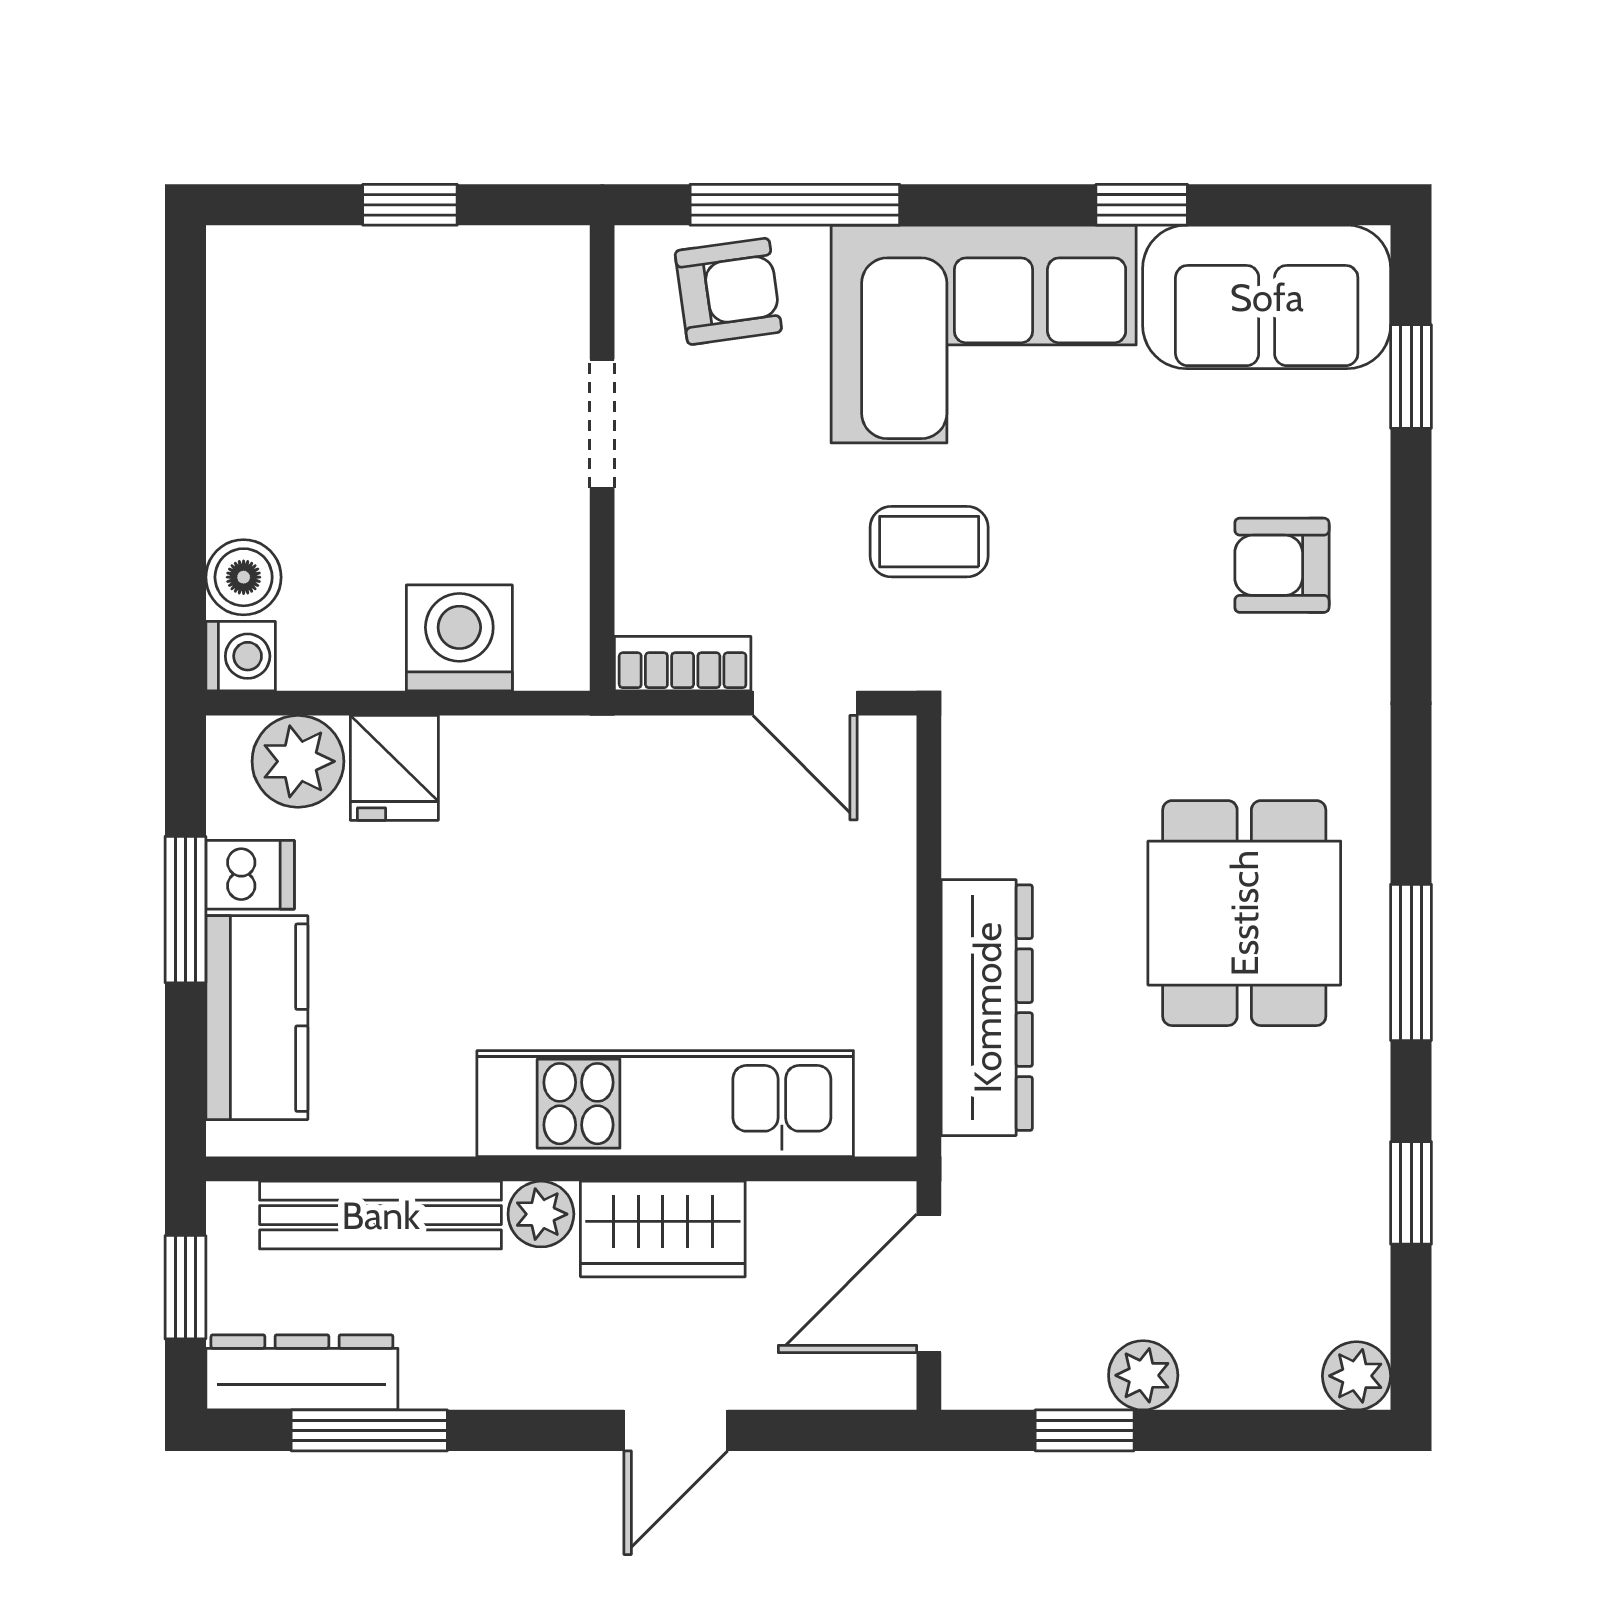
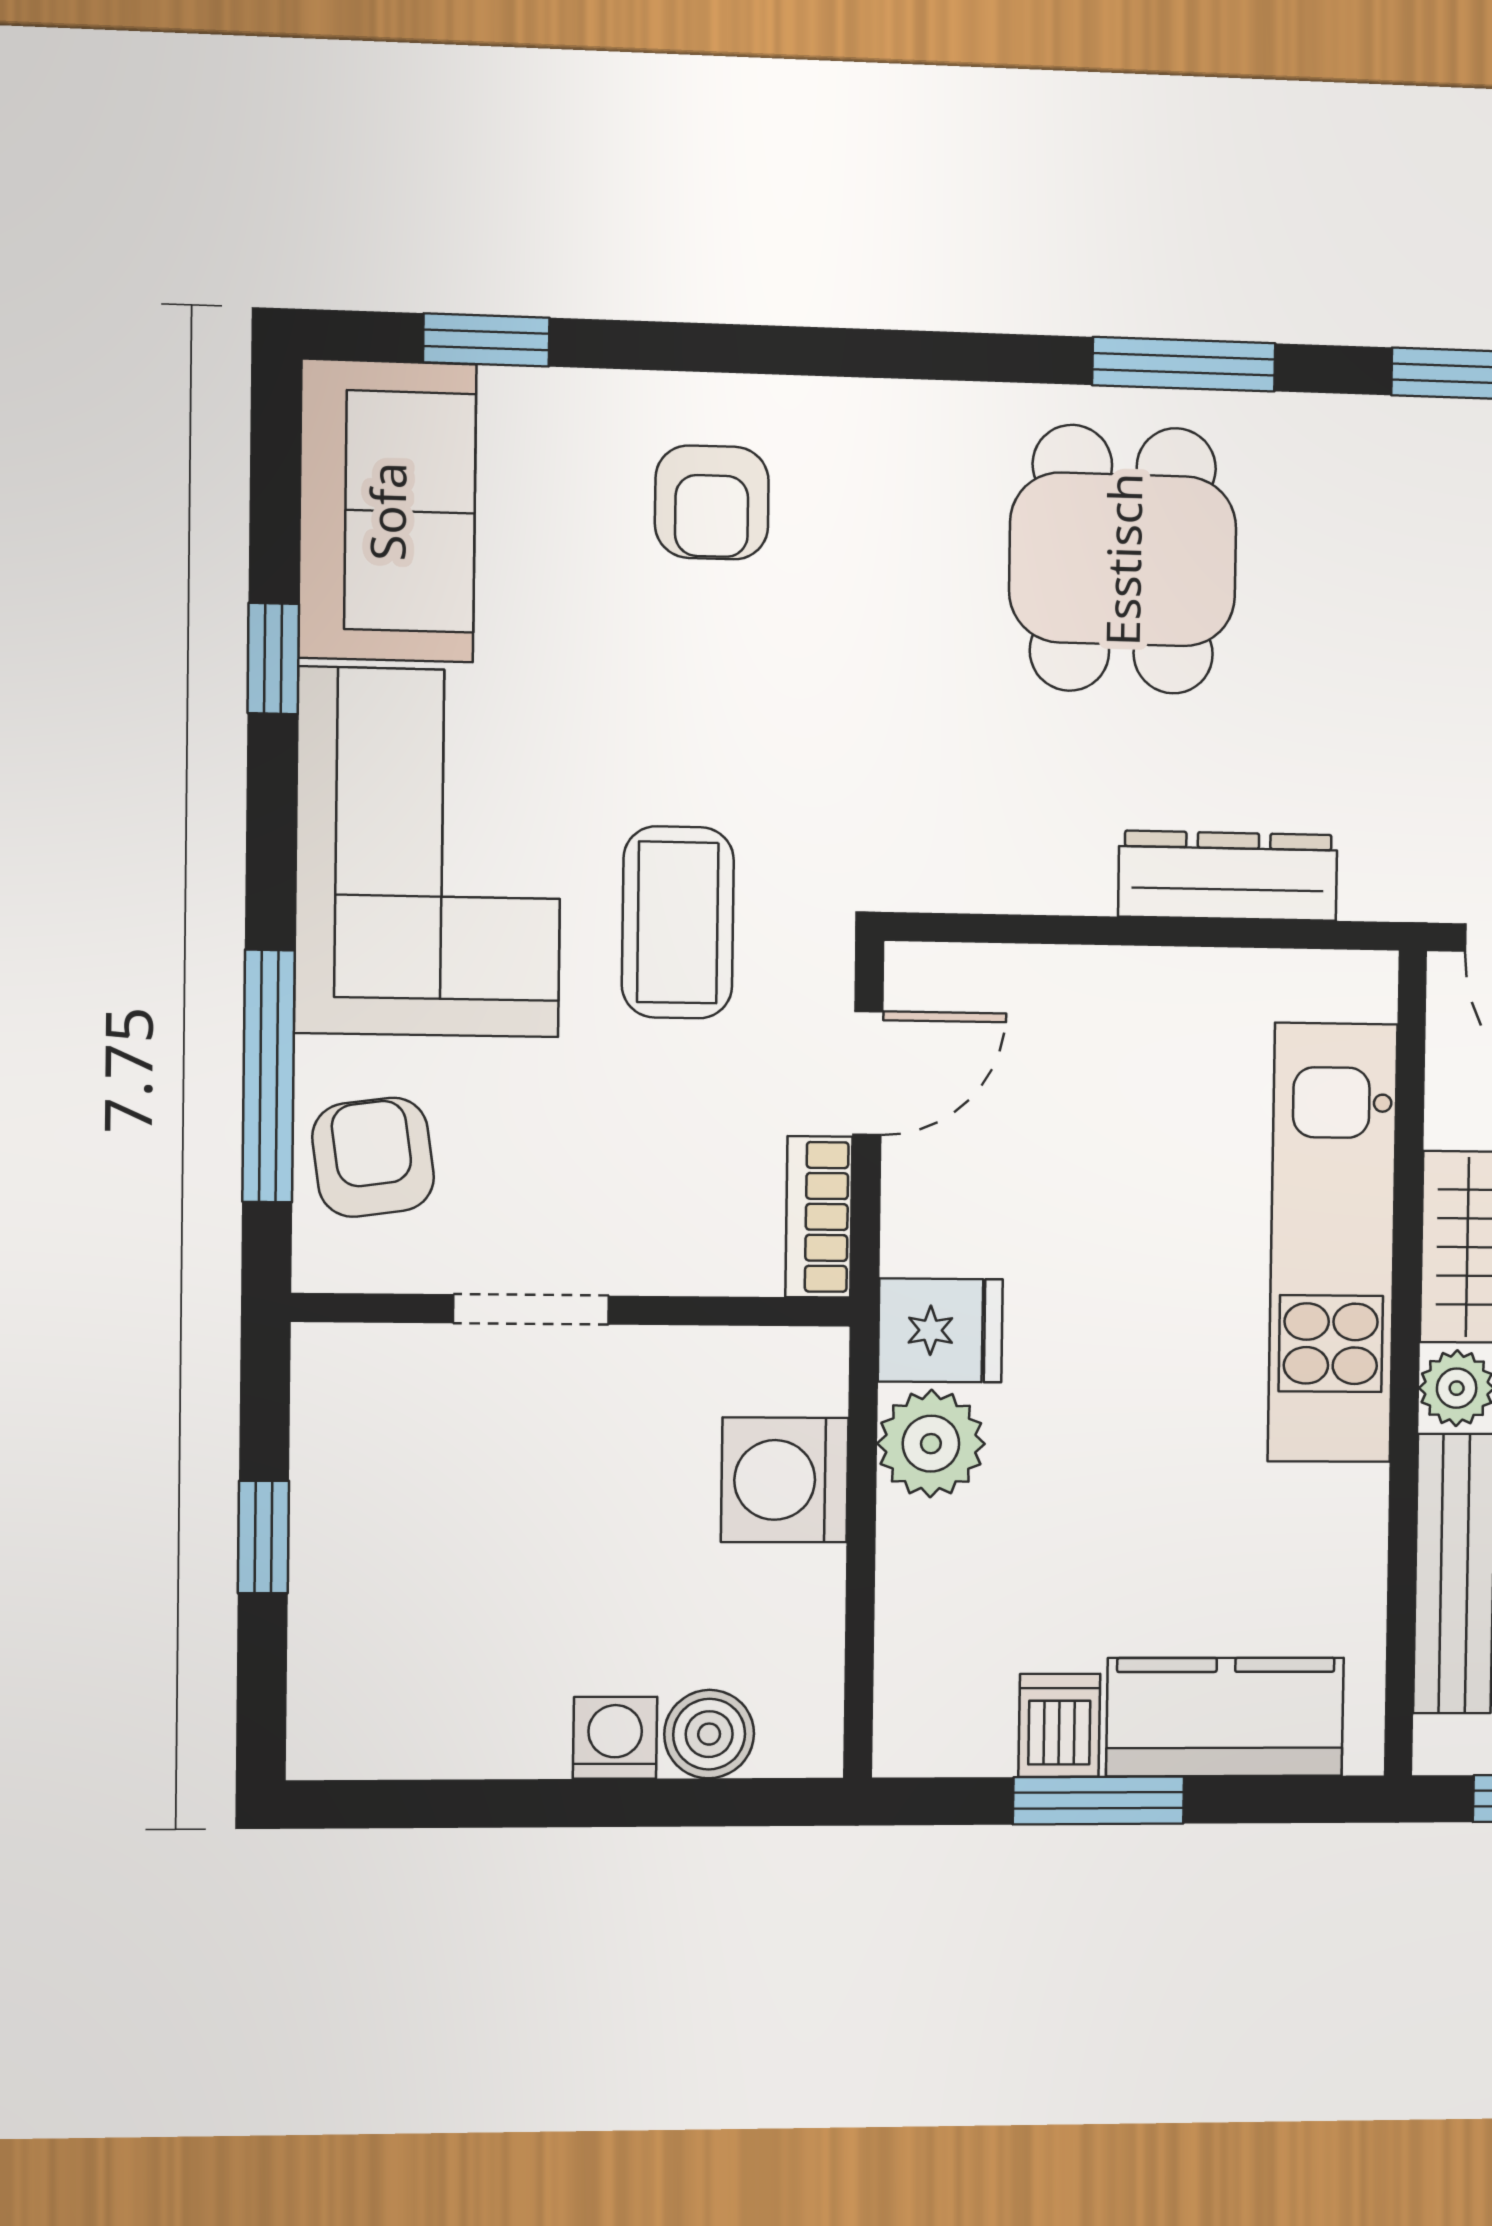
coffee table: (929, 542) -> (678, 922), width x1.36, depth x1.30
washing machine: (241, 656) -> (615, 1738), moved
plant: (298, 761) -> (931, 1444), moved
fridge: (394, 768) -> (940, 1330), moved
dining table: (1244, 913) -> (1123, 559), turned 90
dresser: (987, 1008) -> (1228, 876), width x0.73, depth x0.80

